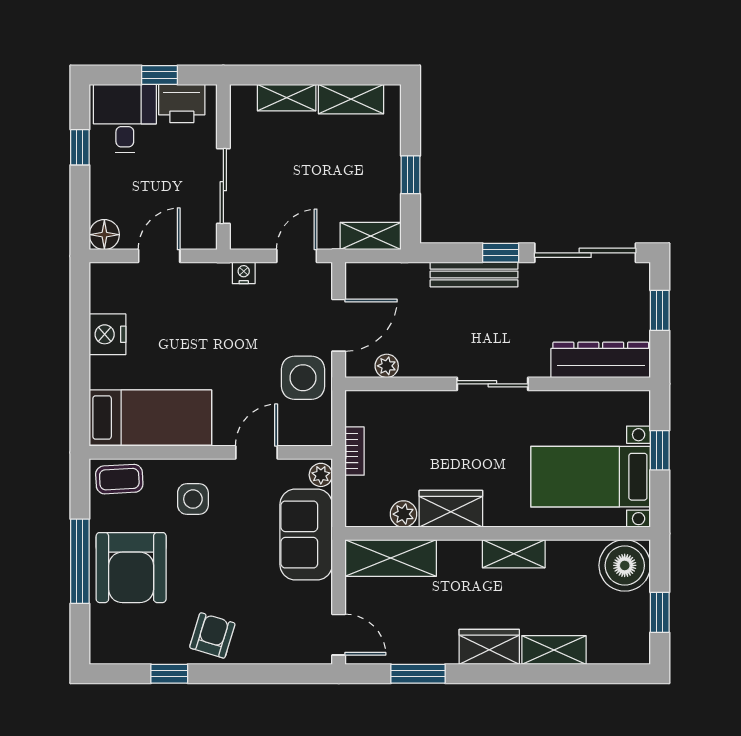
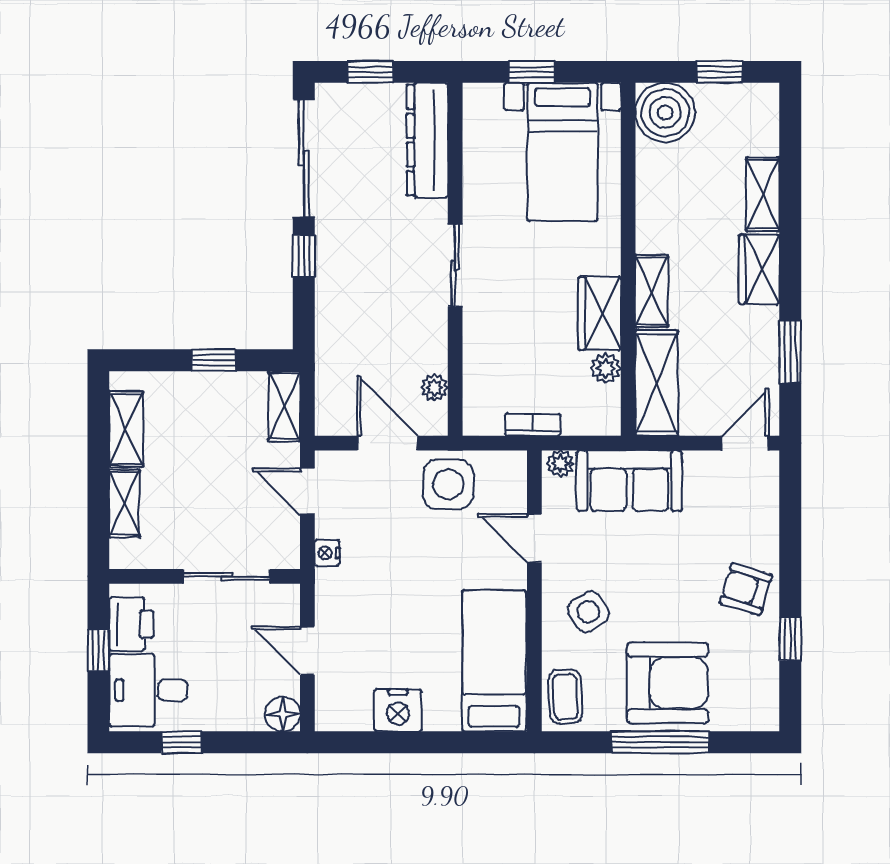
bench: (474, 274) -> (329, 287), removed
side table: (193, 499) -> (588, 612), turned -32
shelving: (514, 554) -> (652, 291), moved

